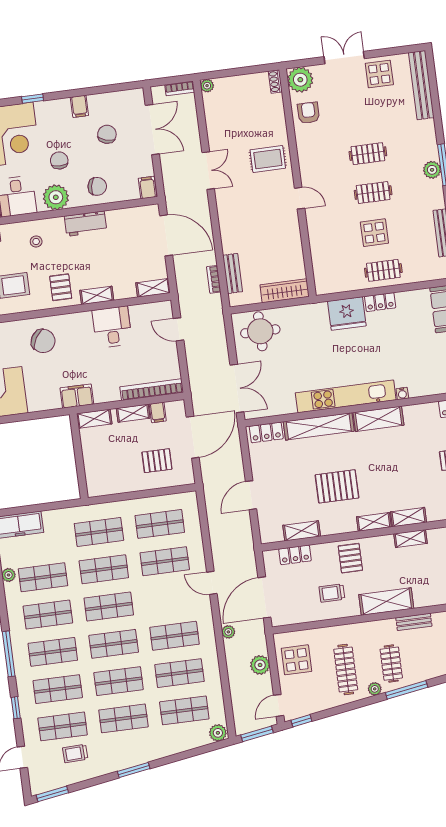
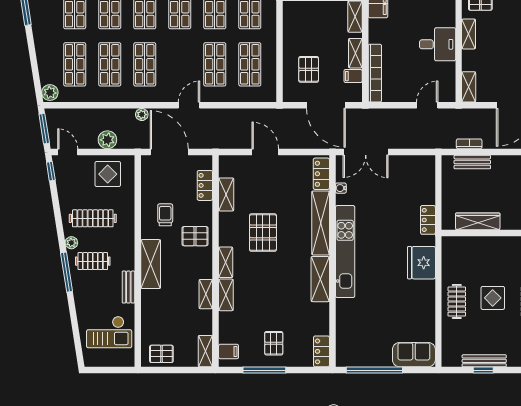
wardrobe: (285, 291) -> (478, 221), moved, turned -90
locker: (380, 302) -> (428, 220), moved
round table: (260, 331) -> (416, 181), removed
water cooler: (402, 393) -> (341, 188), moved

